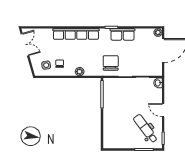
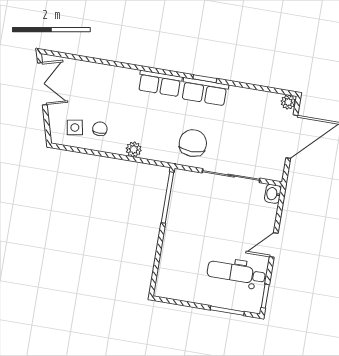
row of seats: (76, 34) -> (160, 83), width x0.50
row of seats: (122, 34) -> (205, 92), moved
door: (163, 110) -> (274, 245), hinge flipped
dental chair: (146, 128) -> (236, 273), turned -53

